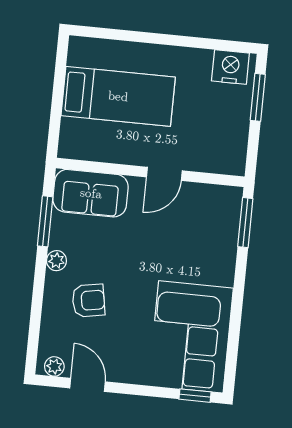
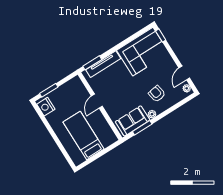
door: (164, 174) -> (97, 101), swing flipped
sofa: (91, 193) -> (133, 121), moved, turned -90
tv unit: (226, 242) -> (103, 64), added

